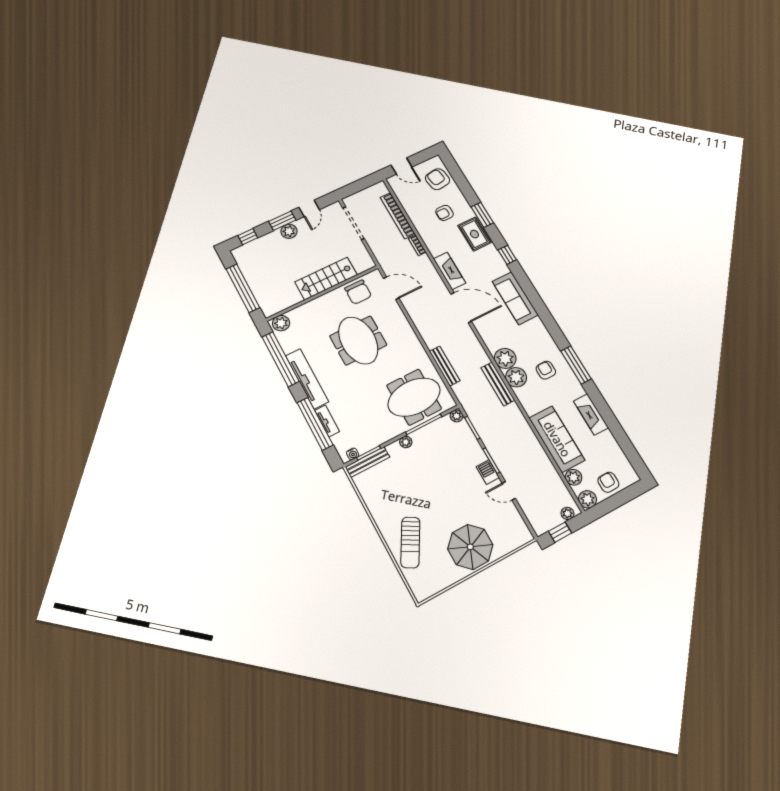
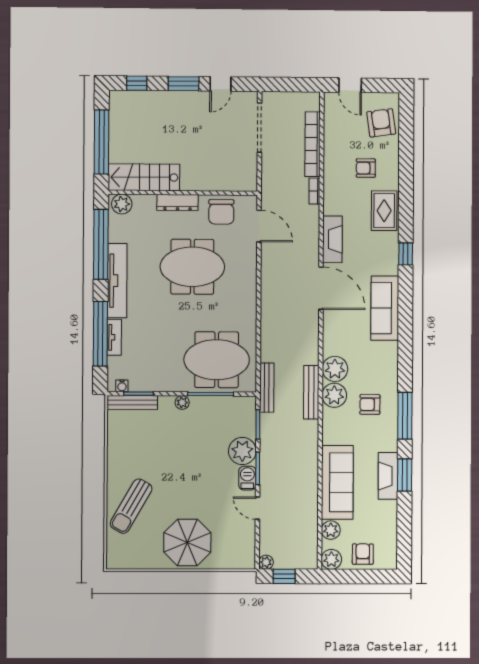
window: (482, 215) -> (405, 475), moved
plant: (289, 231) -> (184, 100), removed
stairs: (326, 278) -> (144, 177), moved
dresser: (322, 302) -> (178, 202), added
meeting table: (358, 340) -> (192, 267), turned 90
bench: (445, 366) -> (267, 388), moved
armchair: (546, 370) -> (370, 404), turned -90
plant: (457, 416) -> (242, 451), moved, width x1.88, depth x1.88
plant: (567, 513) -> (266, 562), moved

